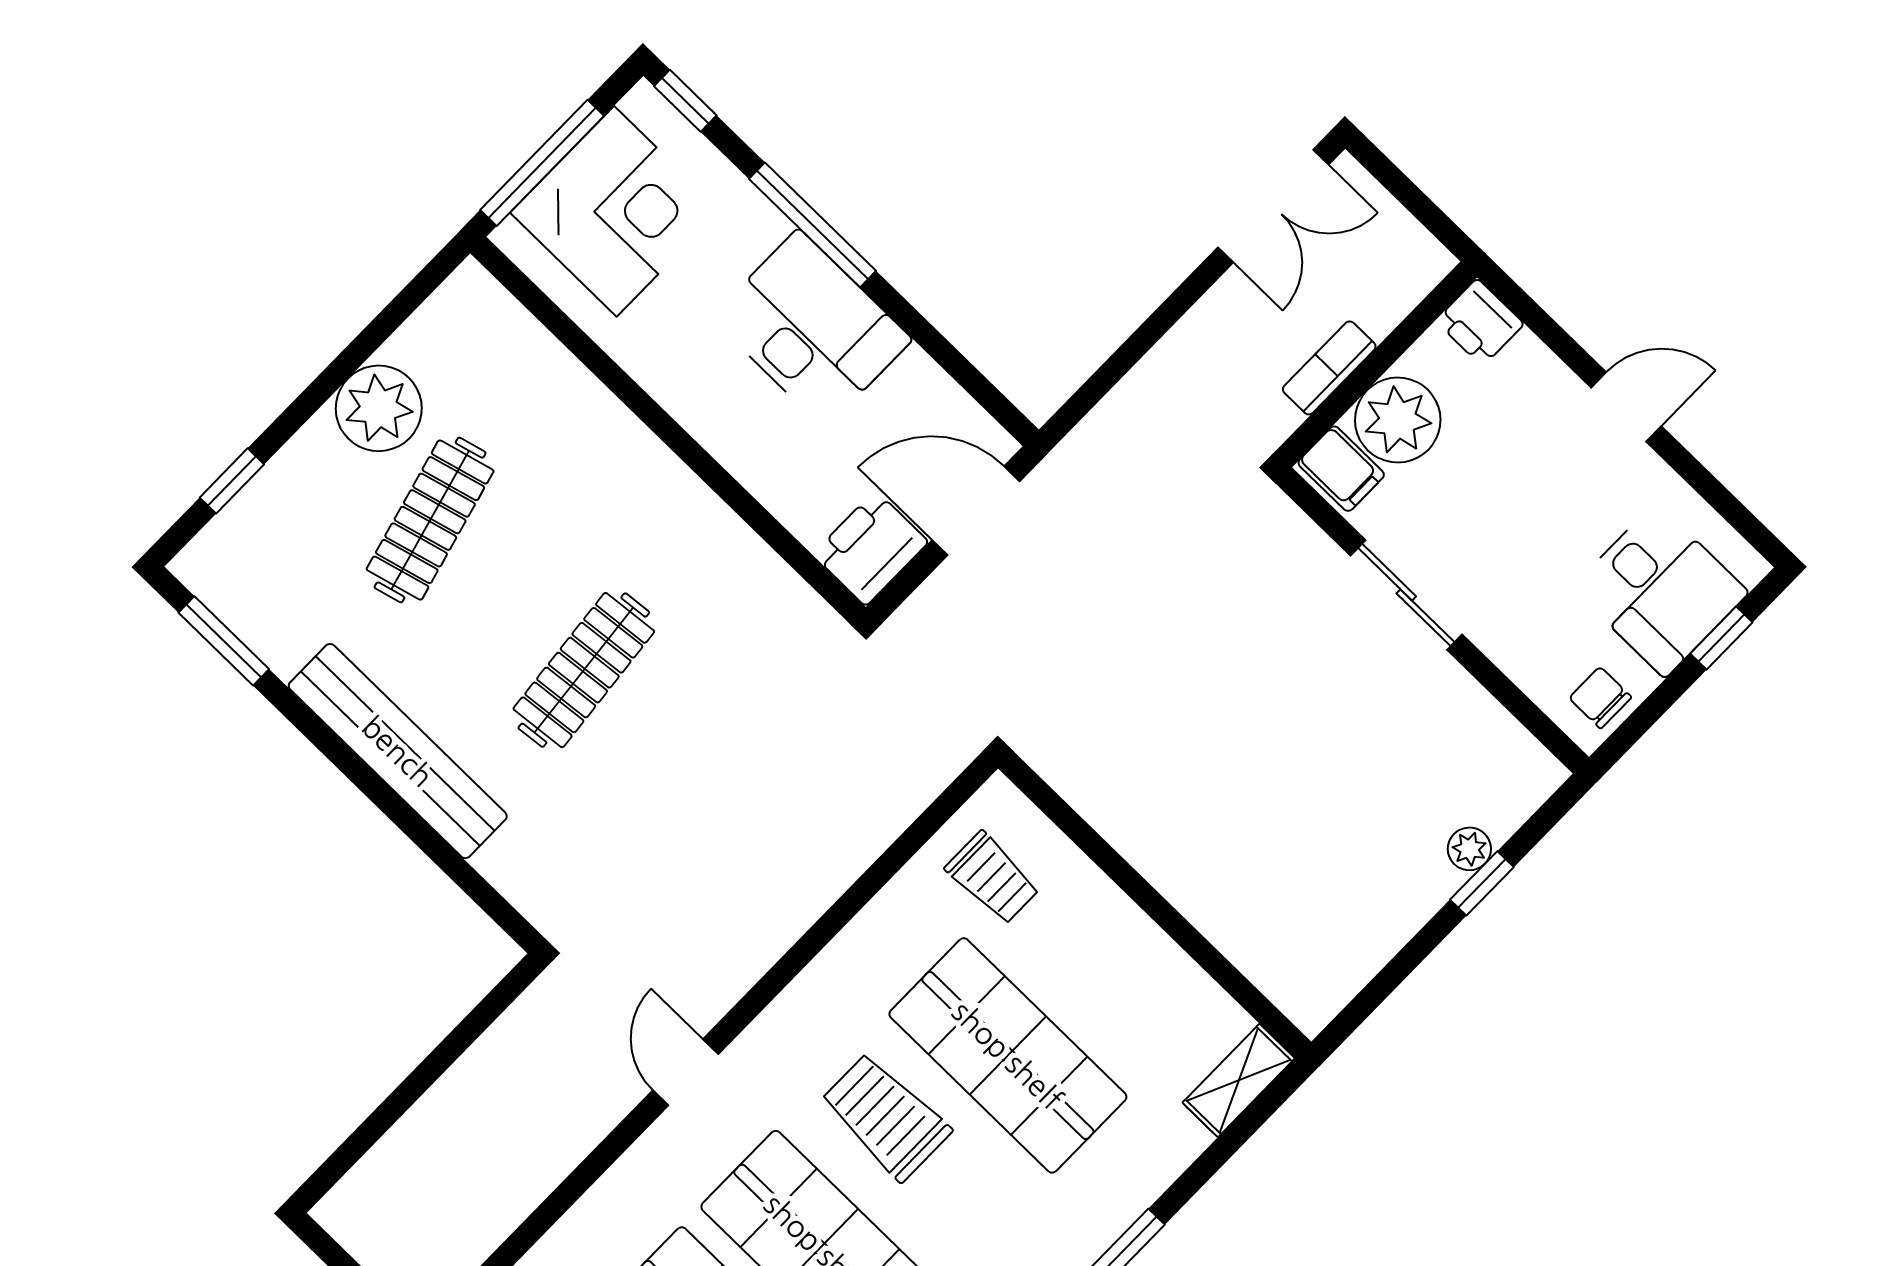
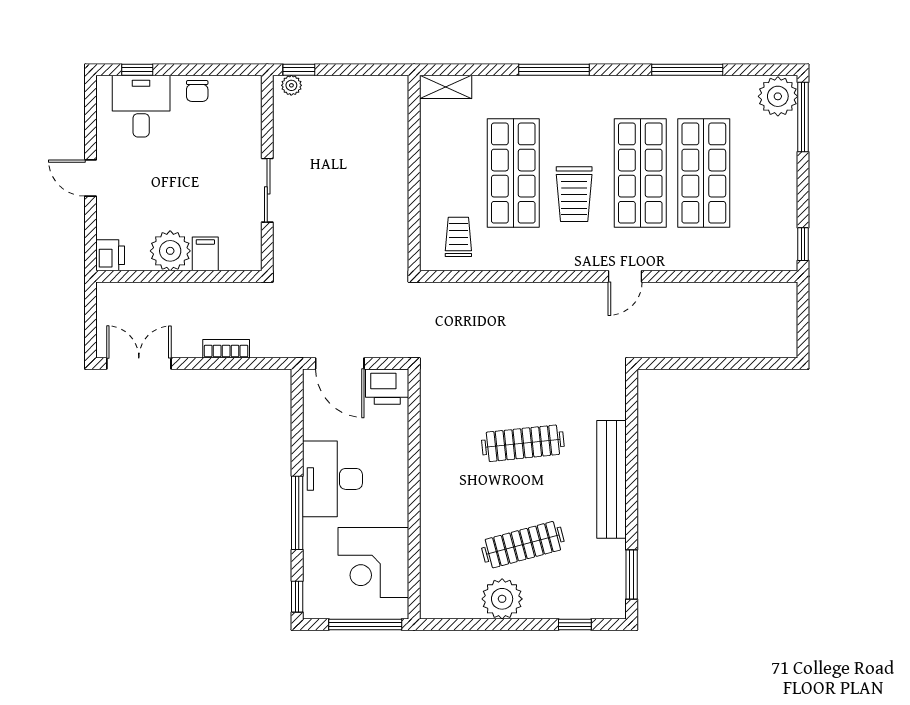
corner desk: (615, 211) -> (373, 563), moved, turned -90
bookcase: (1329, 368) -> (226, 349), moved, turned 180
sliding door: (1406, 595) -> (267, 190), moved
wall: (1432, 620) -> (267, 173), moved

